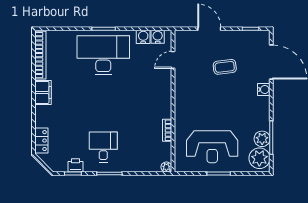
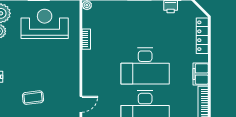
locker: (41, 141) -> (202, 36), width x1.53
desk: (103, 147) -> (145, 66), moved, width x1.87, depth x1.30

